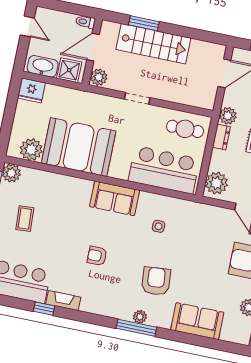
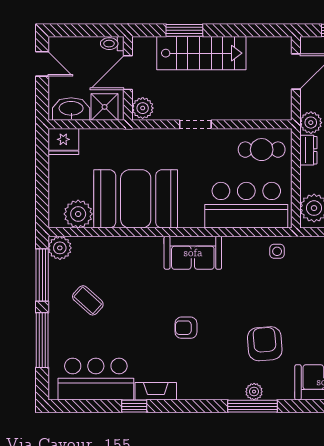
coffee table: (25, 219) -> (88, 300), turned -45
side table: (159, 226) -> (277, 251), moved

